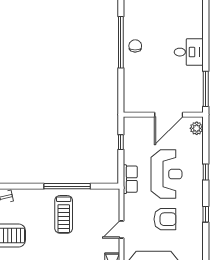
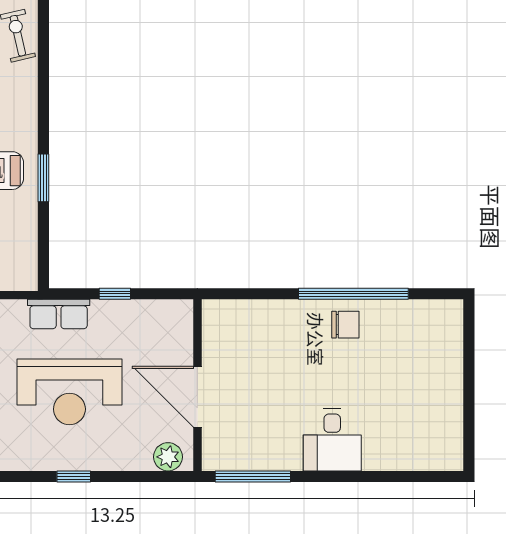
window: (121, 142) -> (115, 294), moved
window: (67, 186) -> (43, 178), width x0.47

